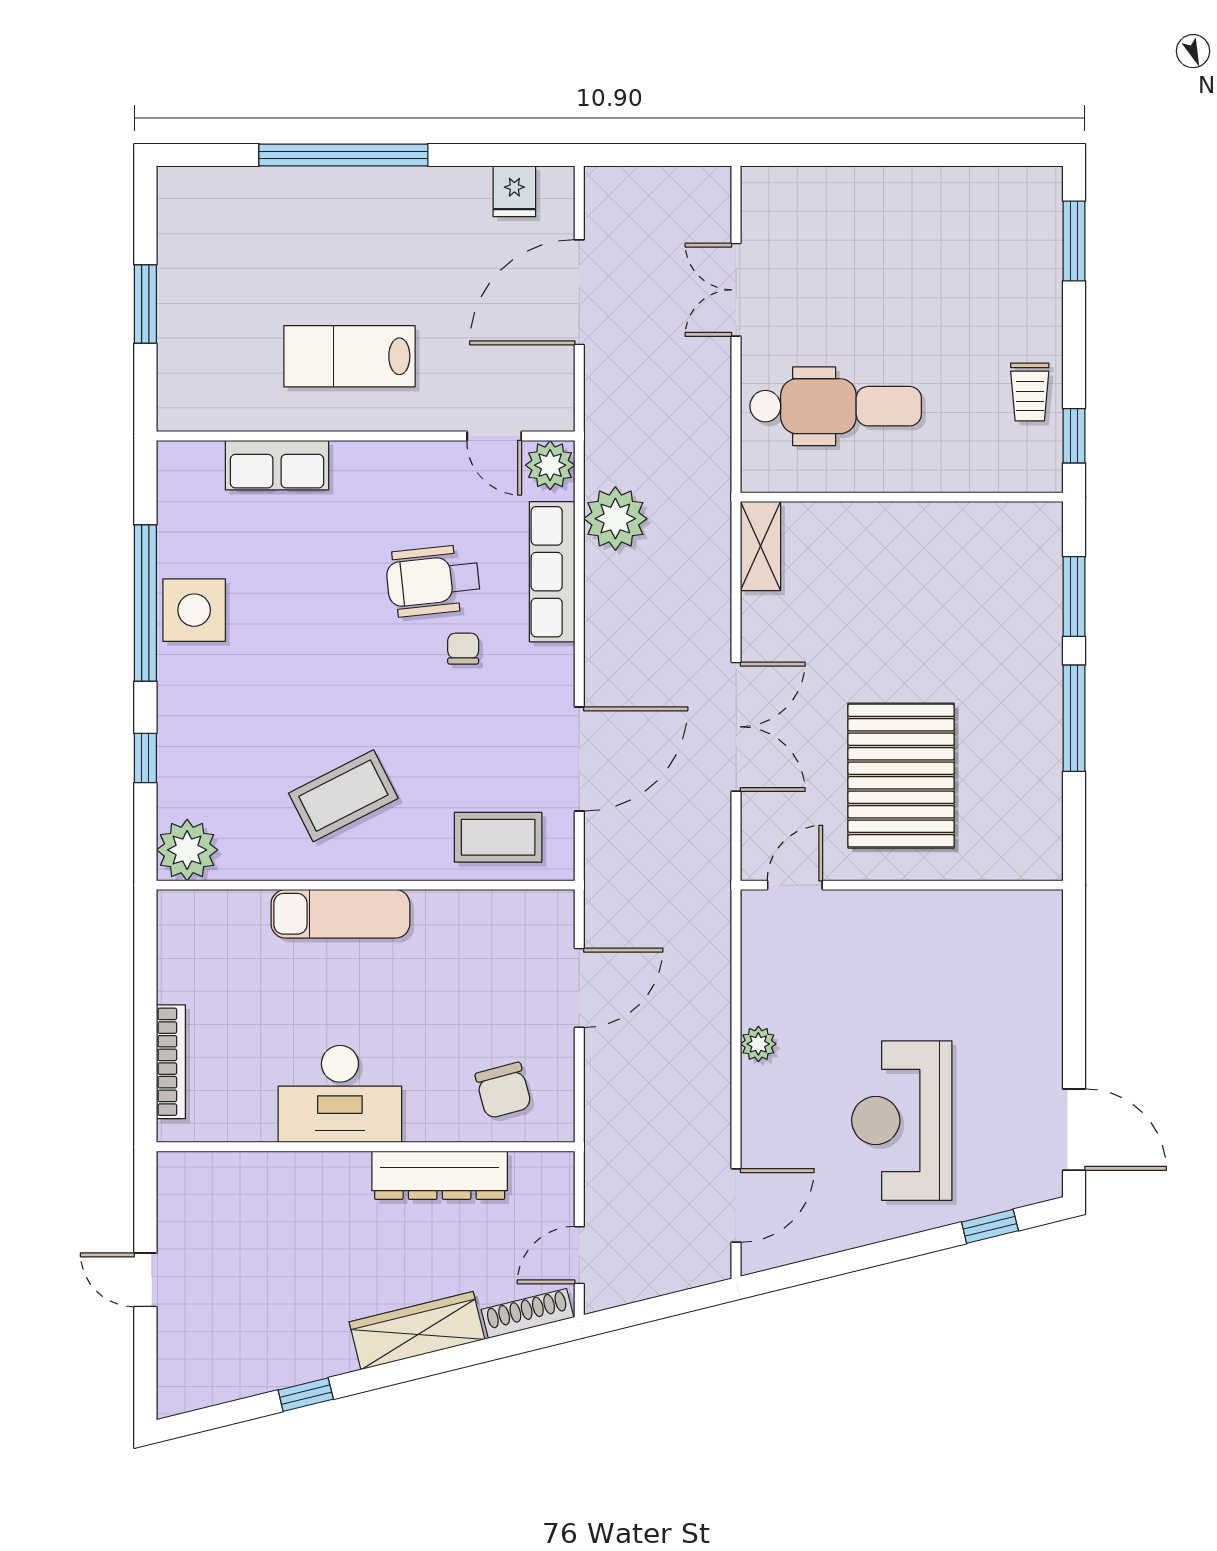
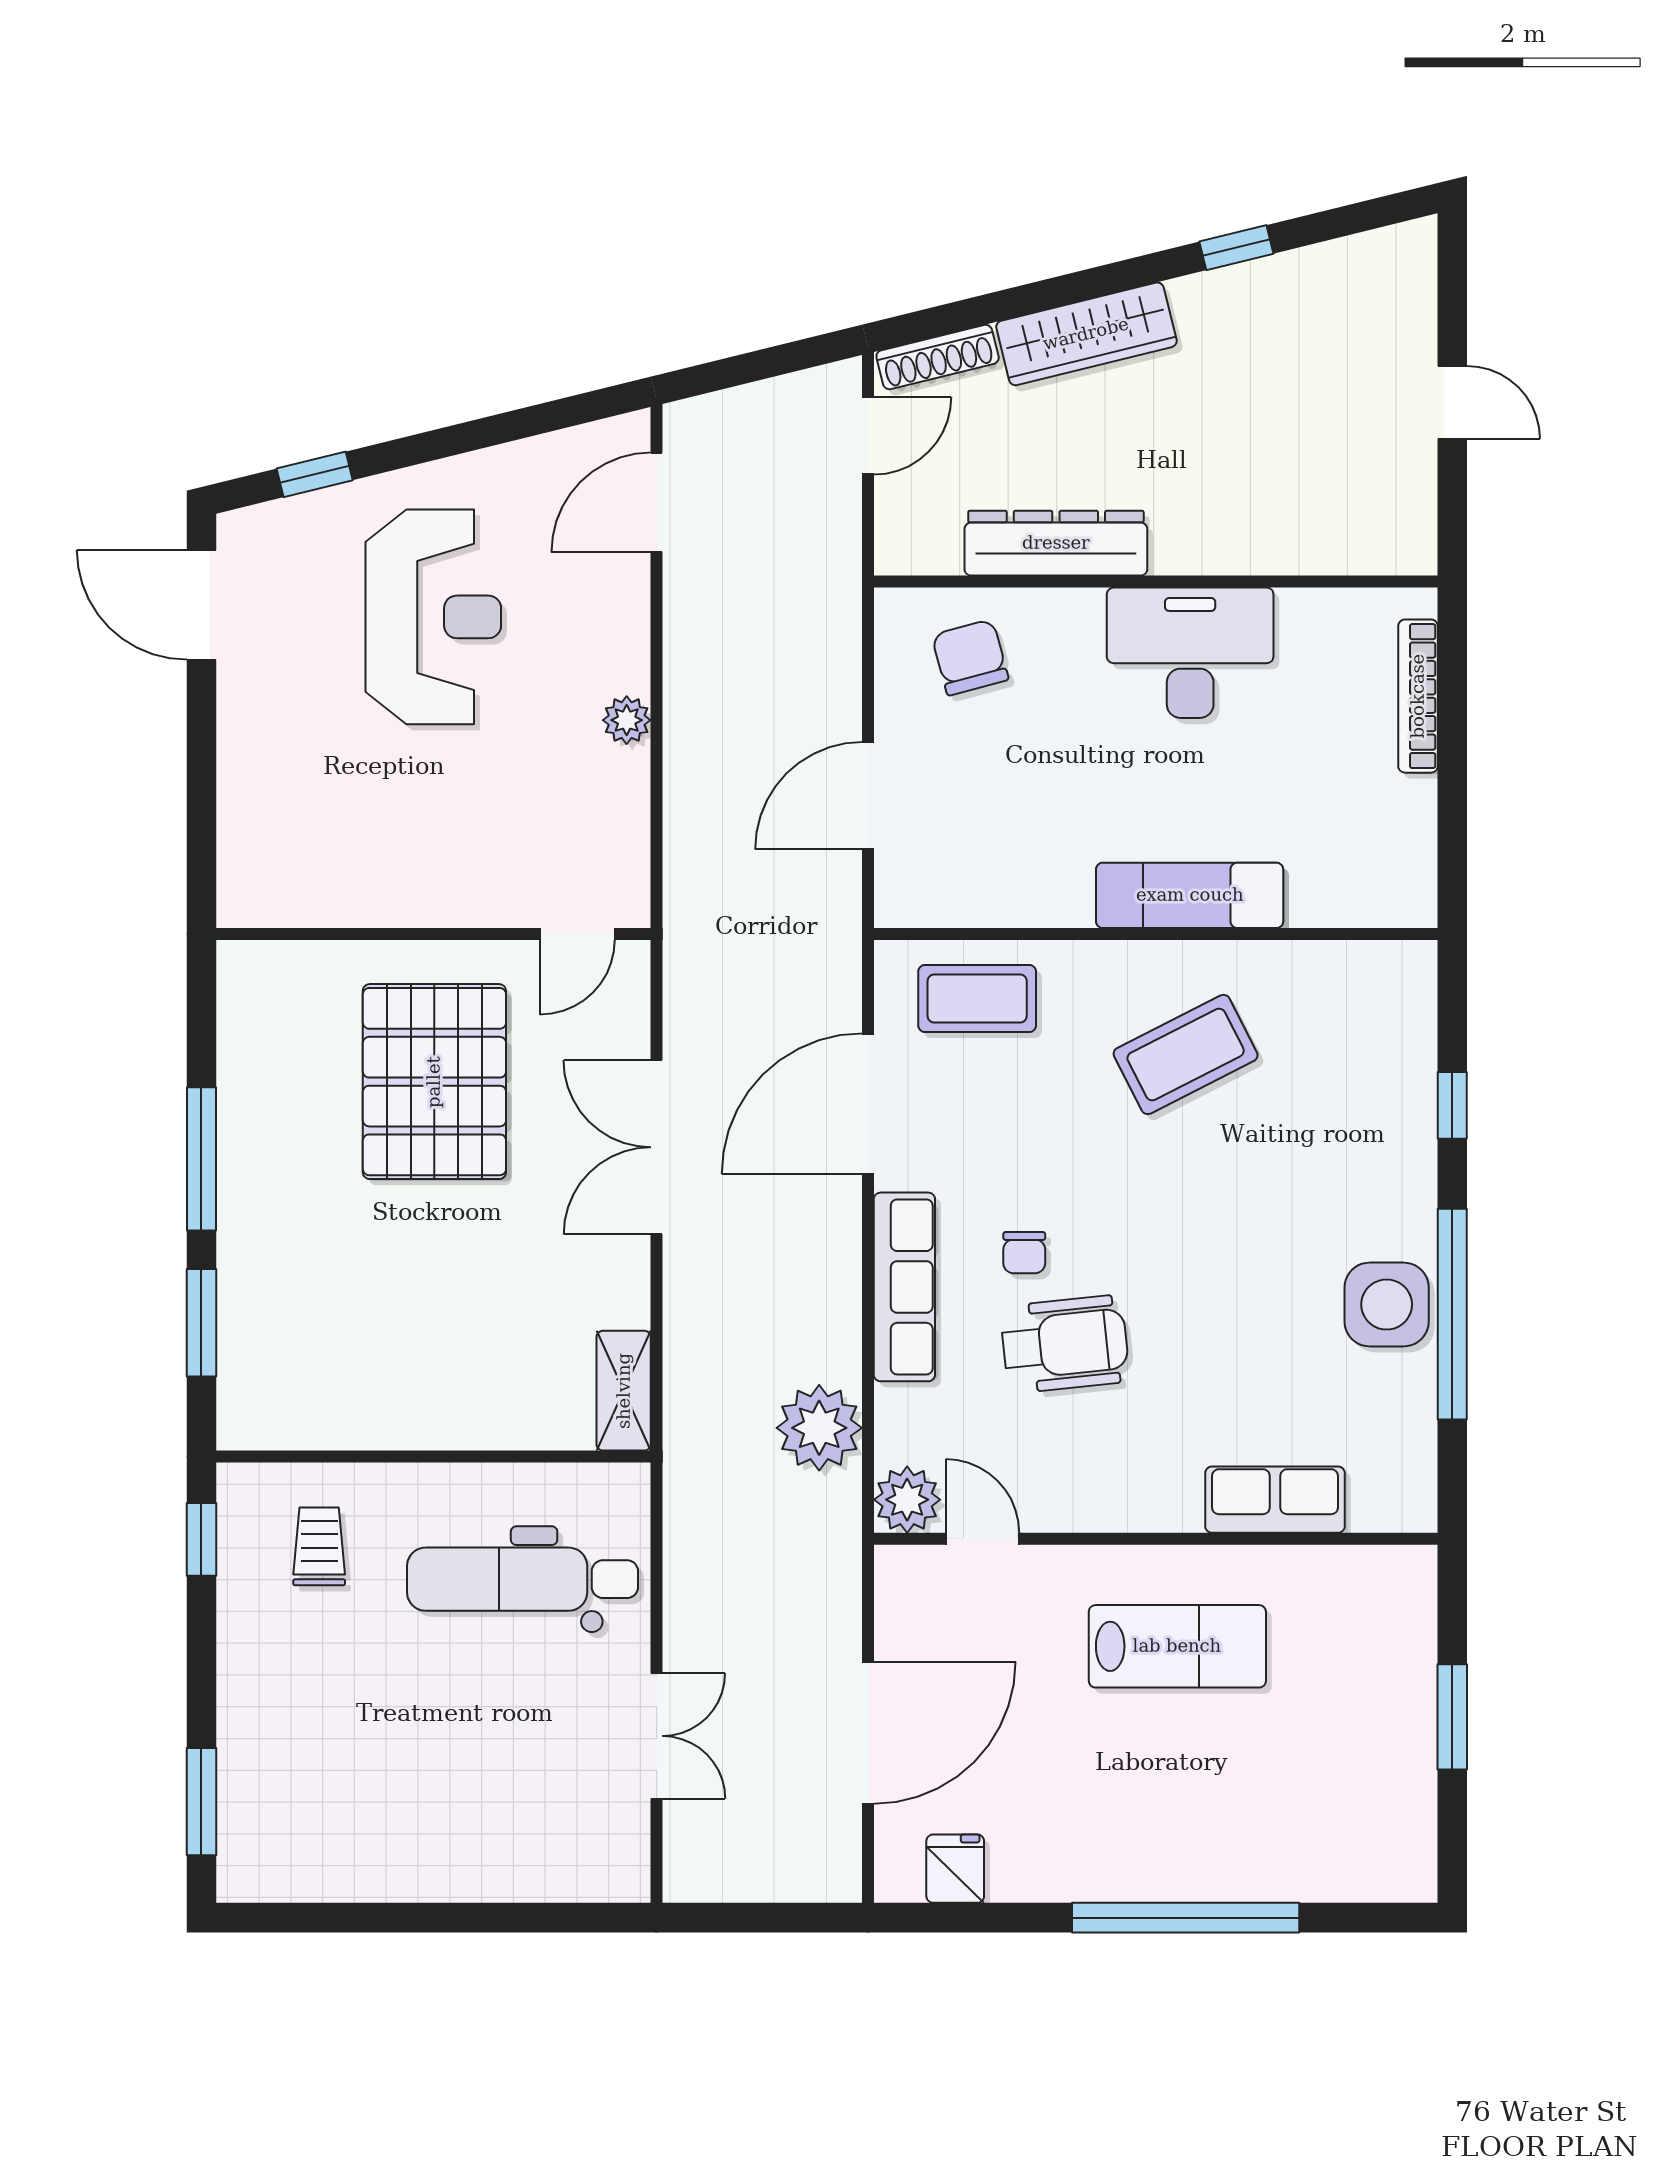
trolley: (1030, 392) -> (319, 1546), moved
row of seats: (552, 572) -> (904, 1287), moved
plant: (187, 850) -> (1396, 981), removed

